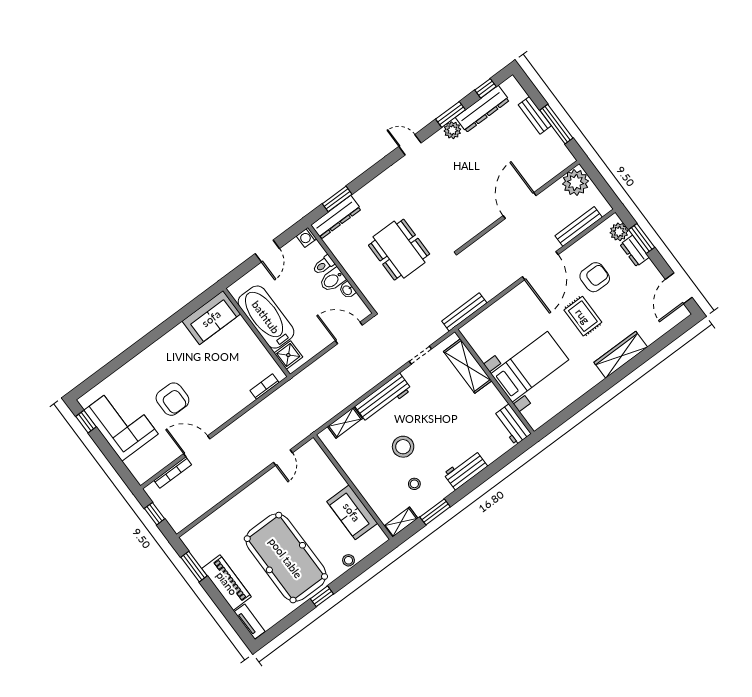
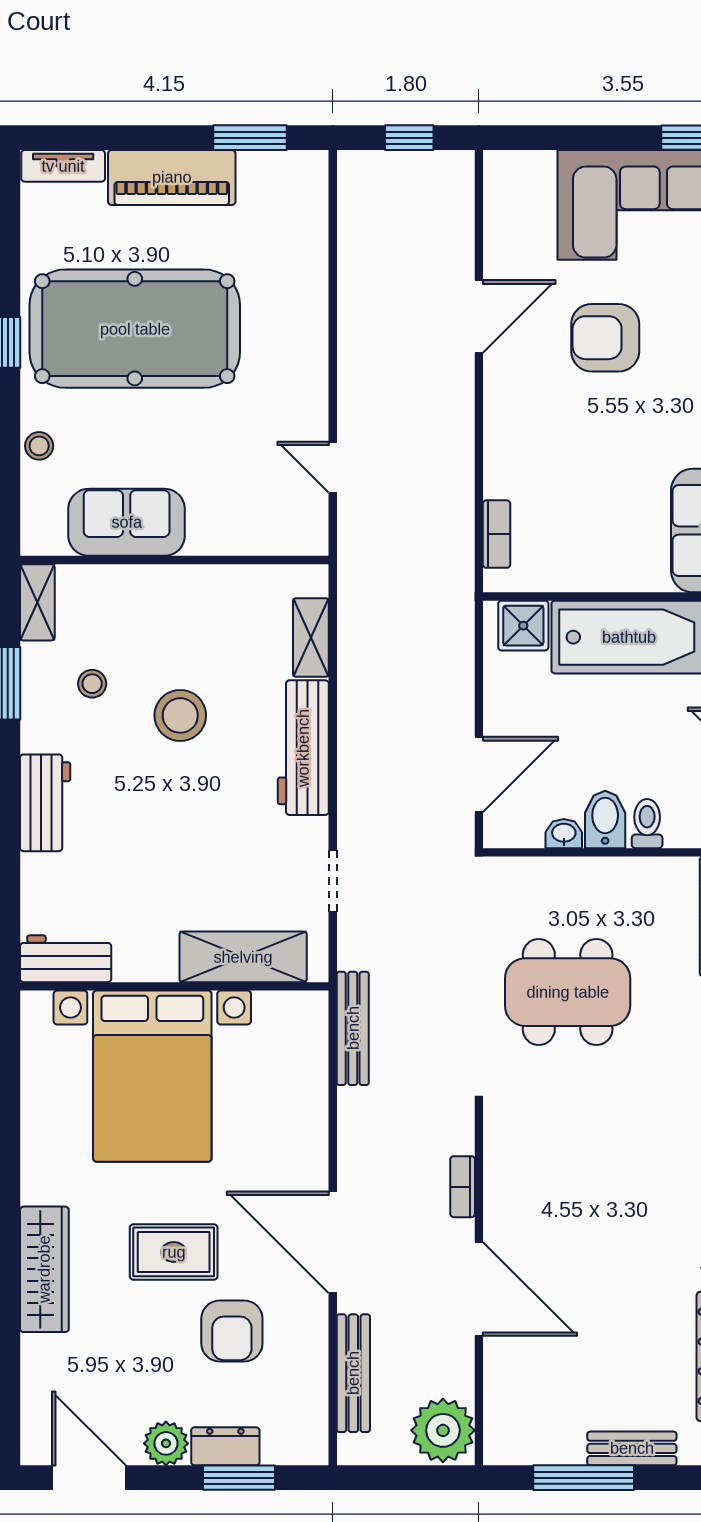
plant: (619, 232) -> (166, 1443), moved
bed with nightstands: (530, 367) -> (152, 1076), width x1.36
bookcase: (173, 473) -> (463, 1187), moved, width x0.64

